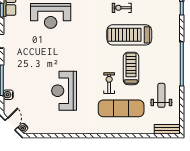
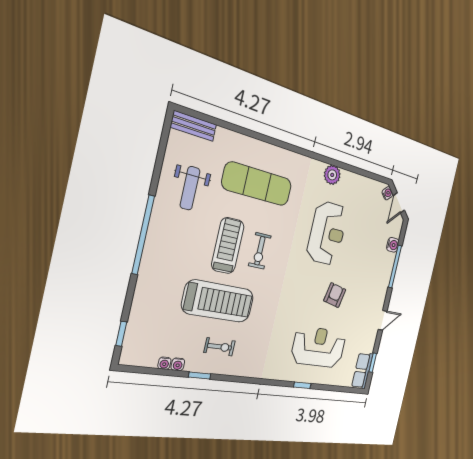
armchair: (47, 52) -> (335, 295), added
treadmill: (131, 68) -> (228, 246), turned 180
exercise bike: (109, 83) -> (260, 251), moved
plant: (70, 128) -> (332, 175), added

